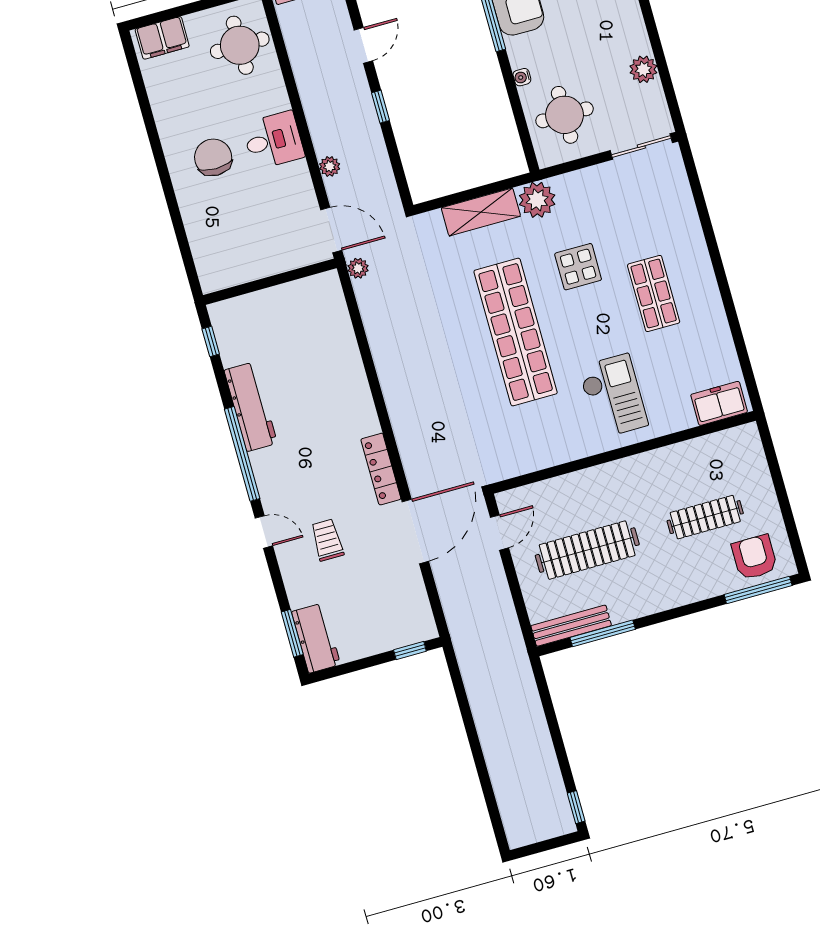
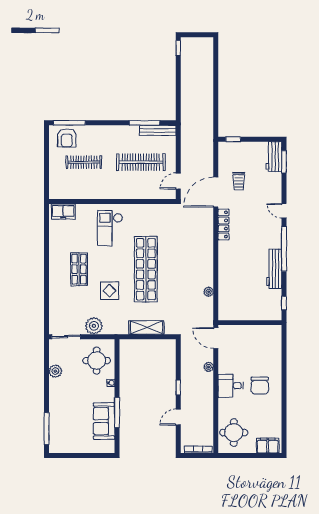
plant: (537, 200) -> (94, 326), moved
plant: (358, 268) -> (209, 292), moved
trolley: (327, 540) -> (239, 181), moved

